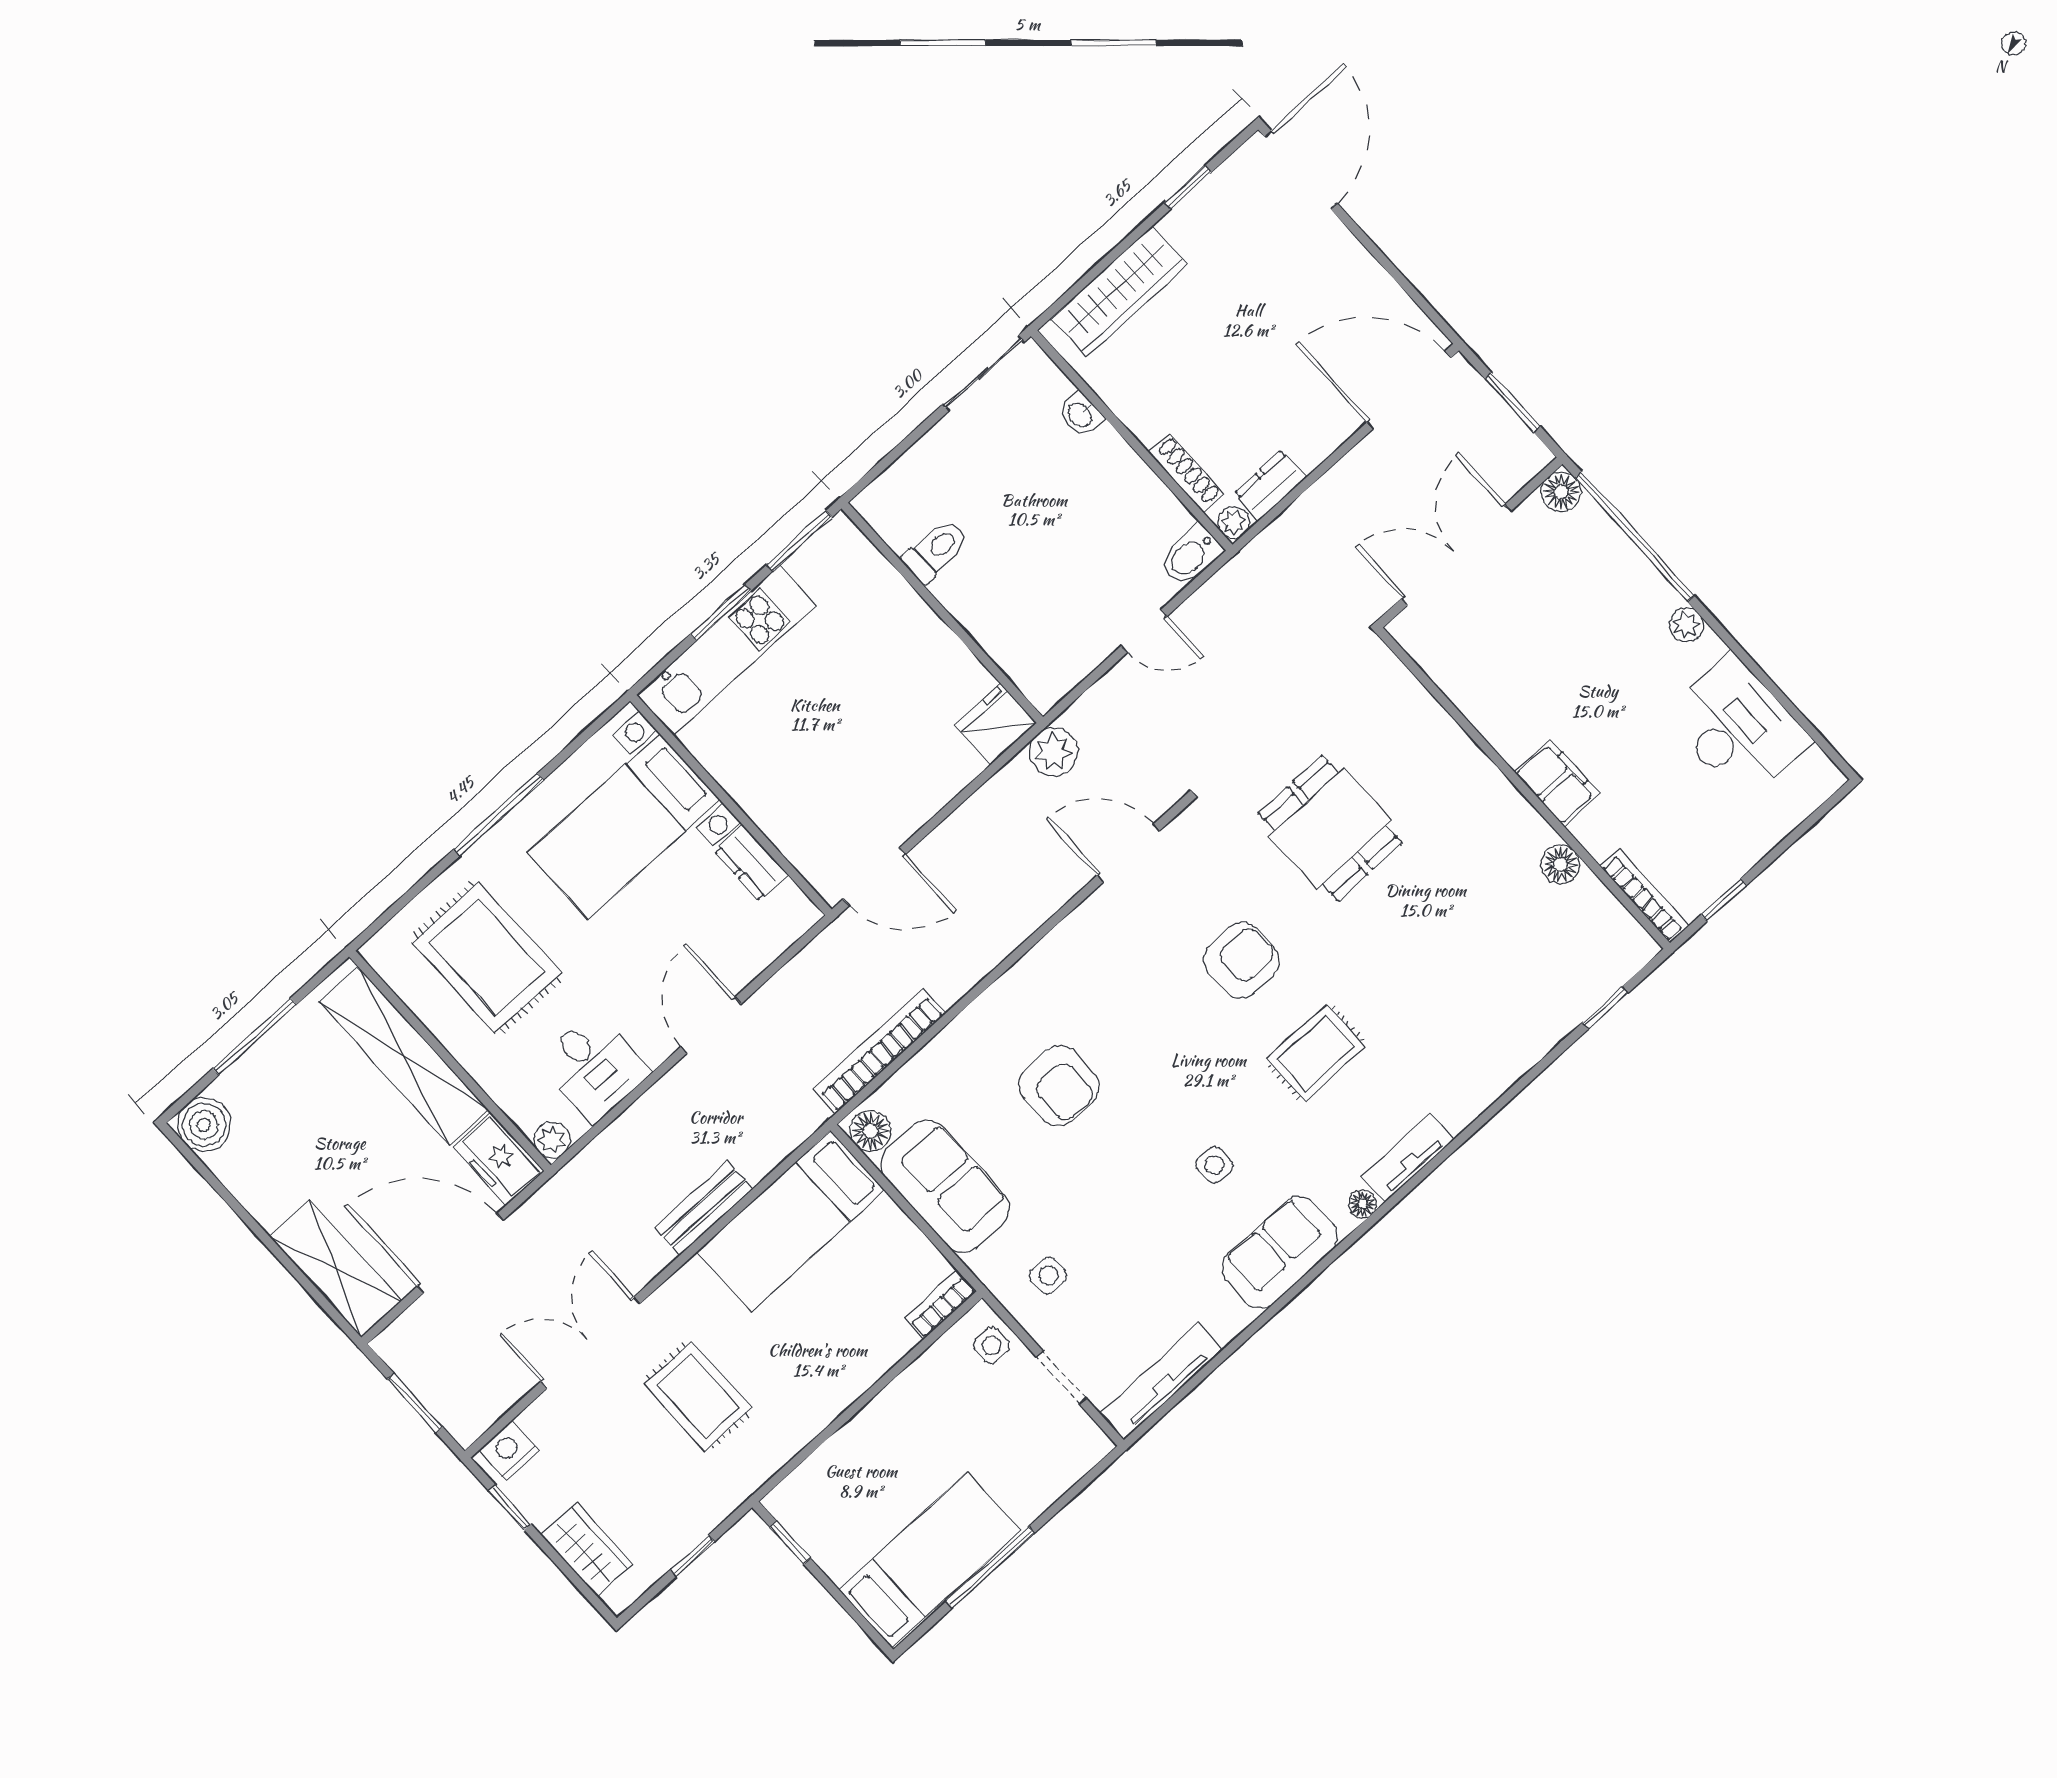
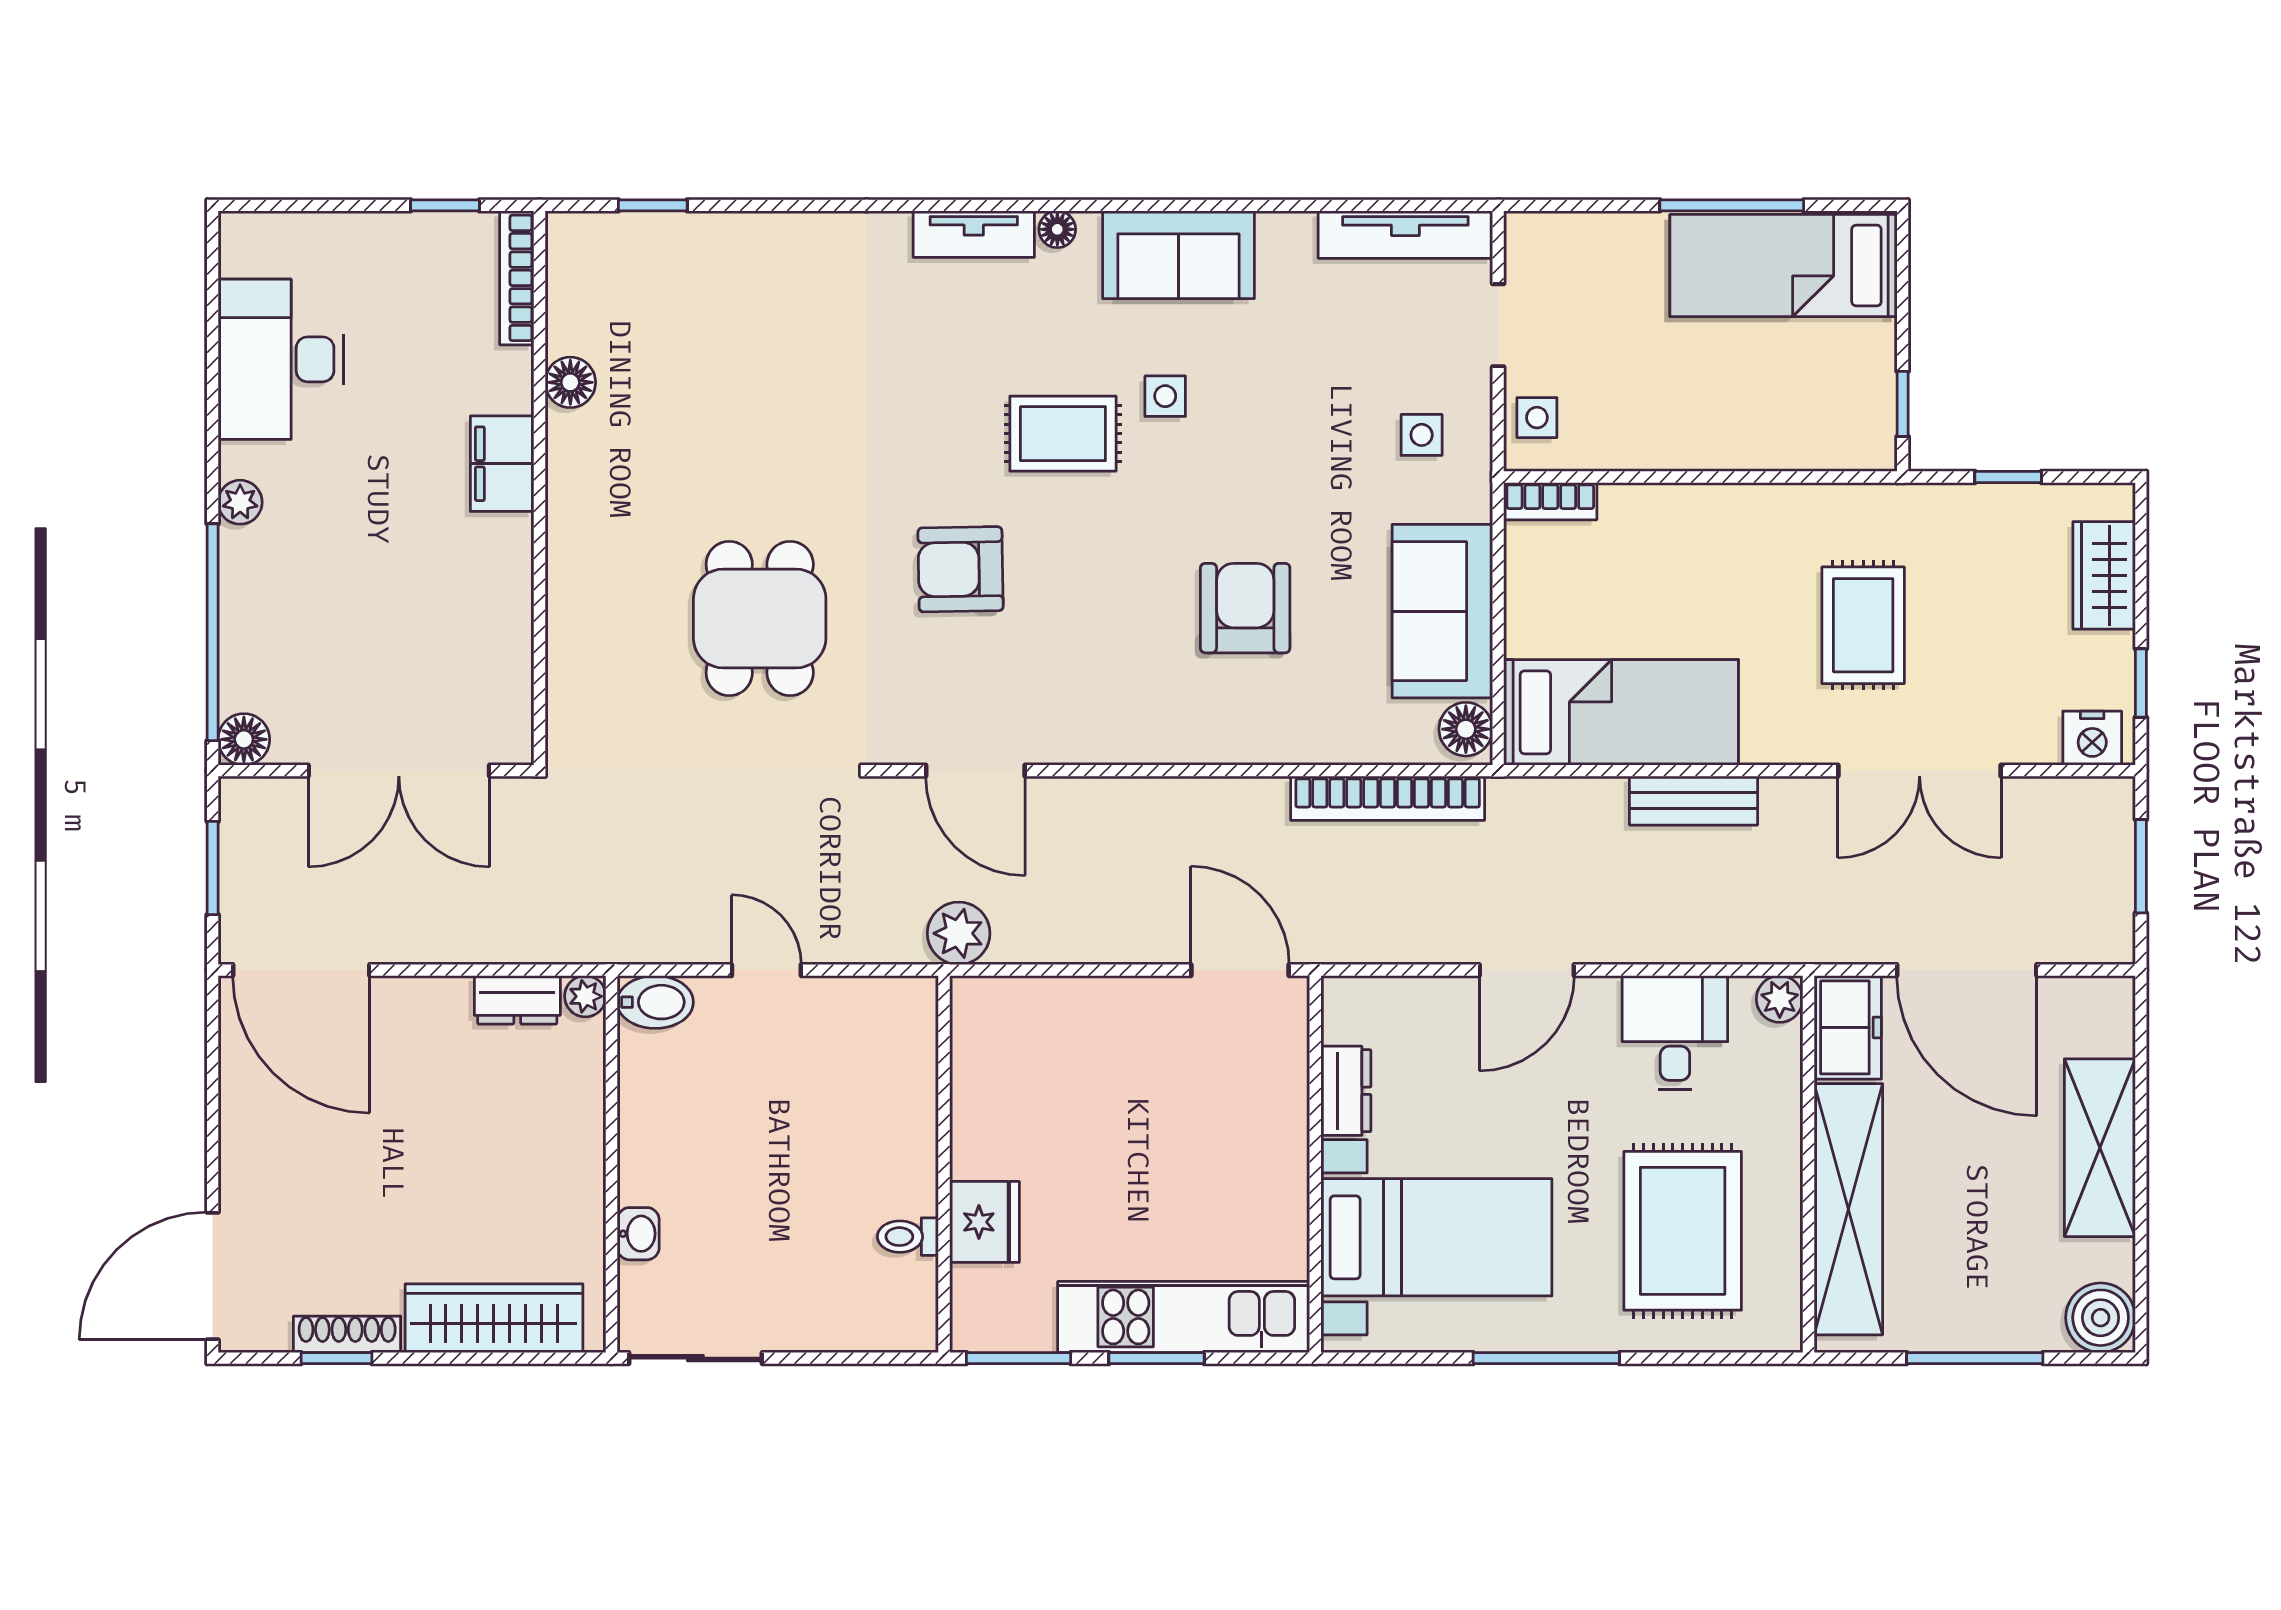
shoe rack: (1186, 473) -> (347, 1334), moved, turned 90
toilet: (936, 551) -> (908, 1237), width x0.73, depth x0.72
fridge: (996, 724) -> (984, 1222), moved, turned -90
rug: (1316, 1053) -> (1063, 434), moved
shelving: (335, 1269) -> (2100, 1148), moved

